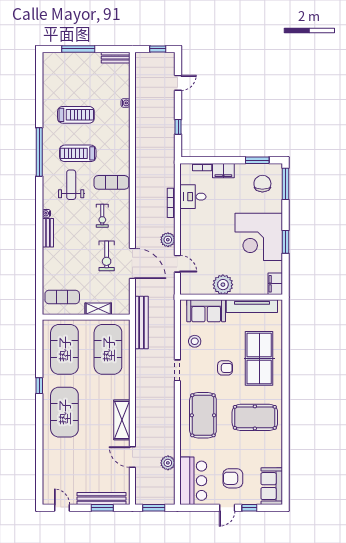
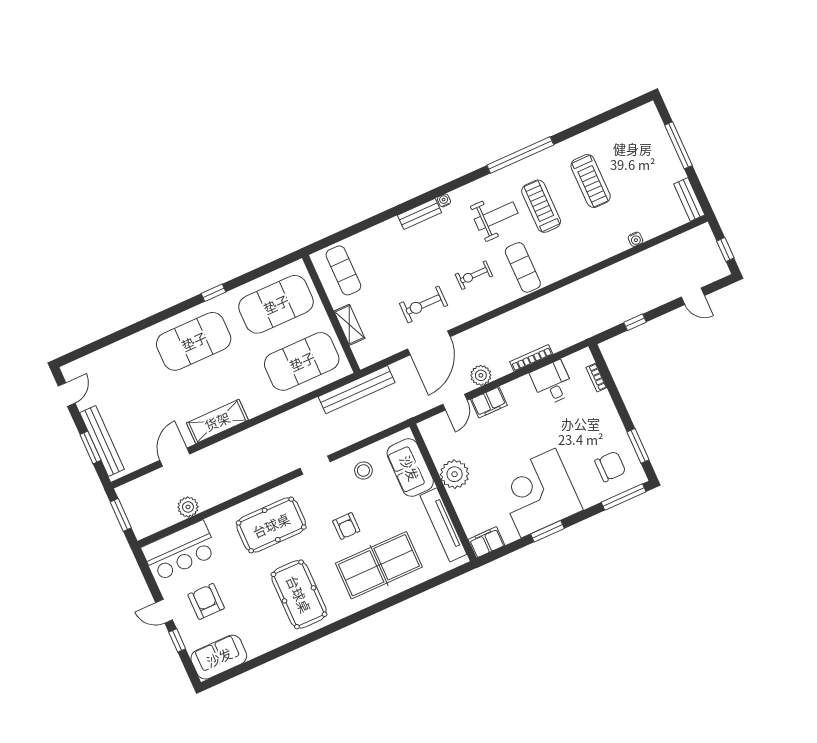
filing cabinet: (223, 171) -> (489, 402), moved, turned -90

